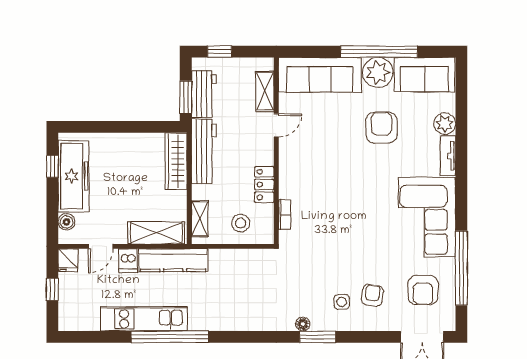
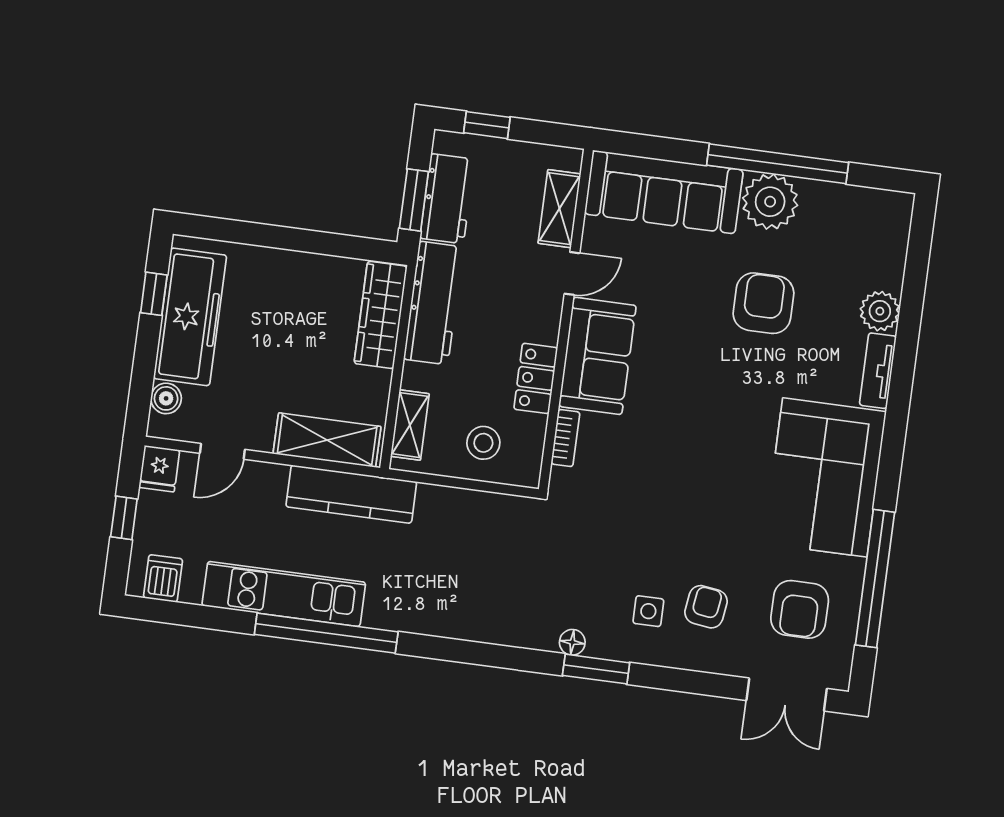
sofa: (424, 75) -> (597, 356), moved, turned -90
dishwasher: (128, 261) -> (163, 578), moved, turned 180

